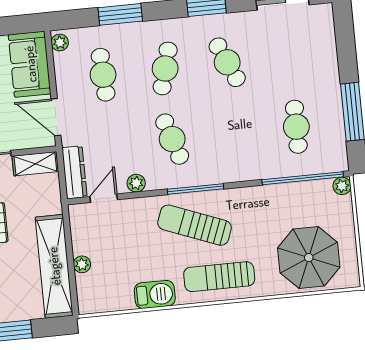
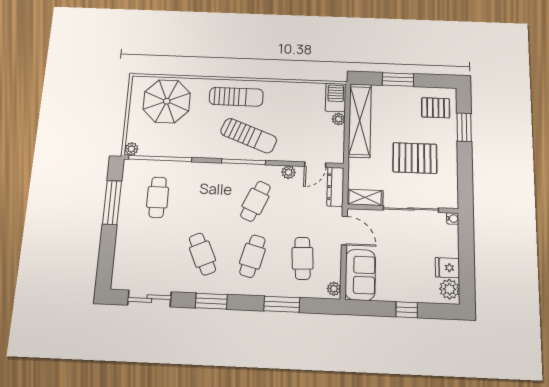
cafe table: (172, 139) -> (255, 201), turned 42
barbecue: (155, 294) -> (336, 97), moved, turned 90

